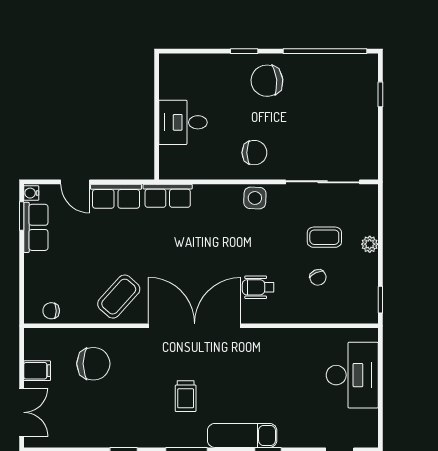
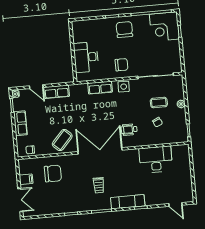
chair: (267, 81) -> (124, 30), turned 96
corner desk: (350, 82) -> (164, 27), added
desk: (183, 122) -> (86, 57), width x1.37
row of seats: (168, 196) -> (100, 88), moved
row of seats: (36, 227) -> (20, 123), moved
desk: (352, 375) -> (156, 160), moved, turned -90

